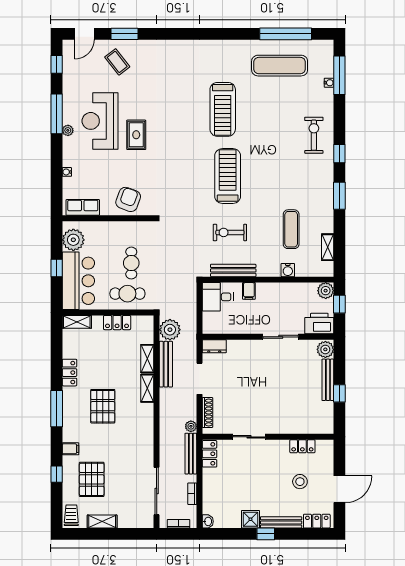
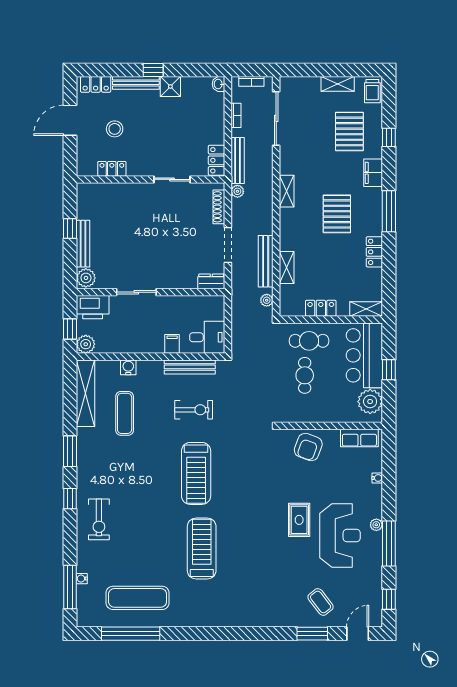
shelving: (328, 247) -> (86, 393), width x2.20, depth x1.33
plant: (170, 330) -> (267, 300), width x0.53, depth x0.53
shelving: (147, 388) -> (287, 191), moved
filing cabinet: (71, 449) -> (373, 173), width x2.00

